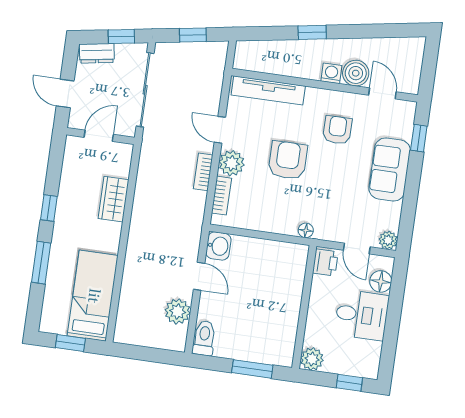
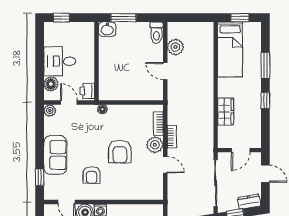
tv unit: (268, 90) -> (138, 194), removed
washbasin: (218, 246) -> (107, 29), moved, turned -90
plant: (312, 359) -> (87, 29), removed

